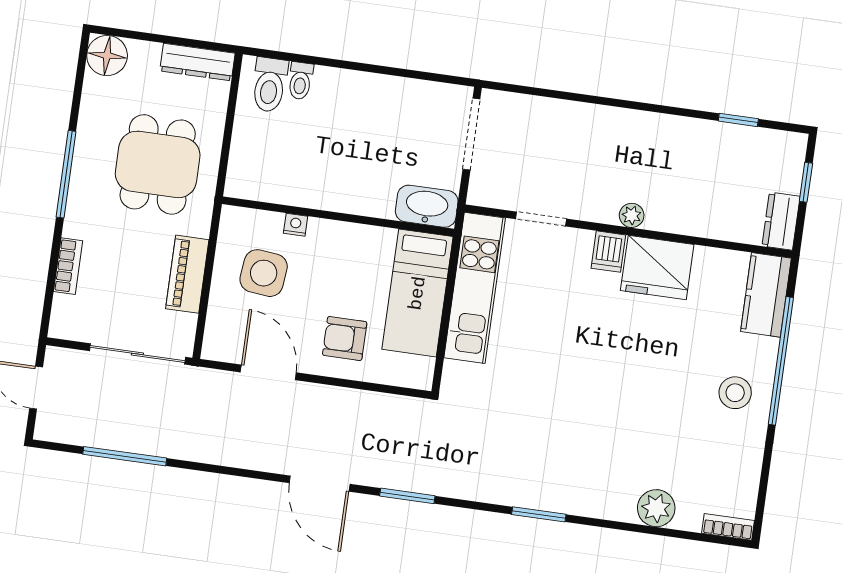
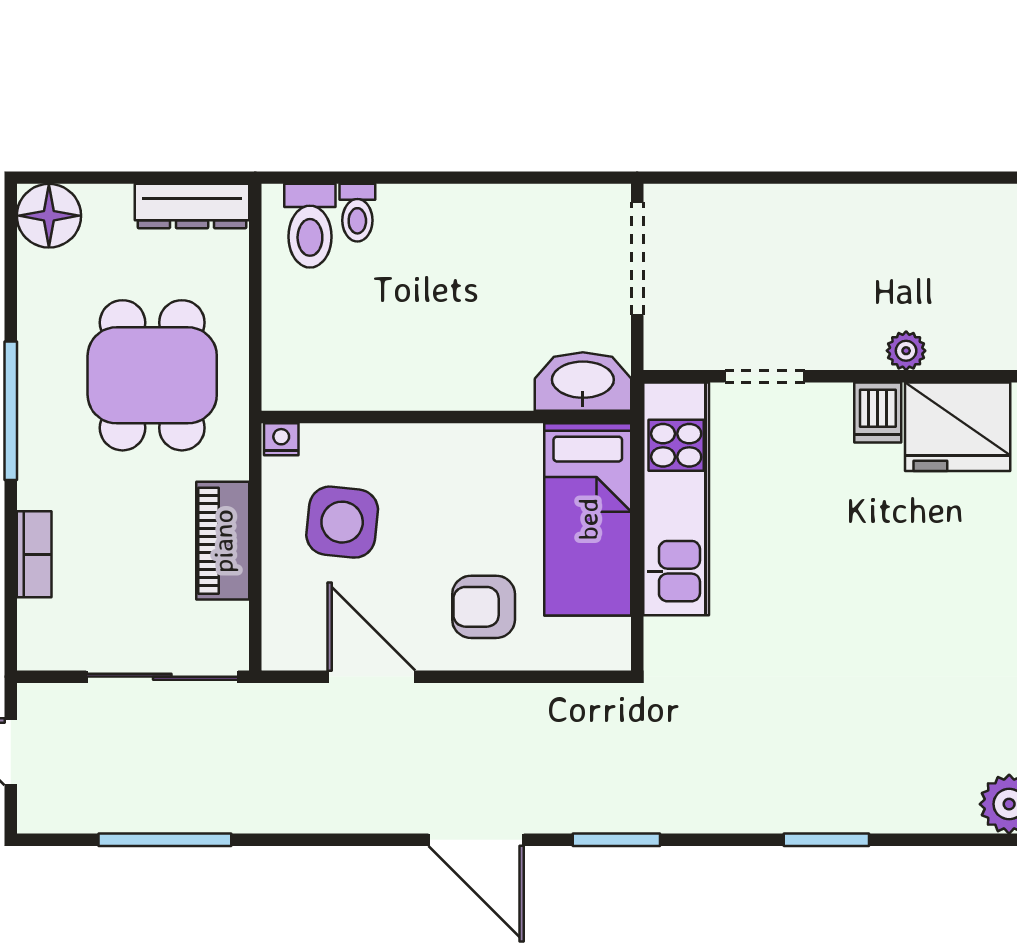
nightstand: (296, 225) -> (281, 439), moved

